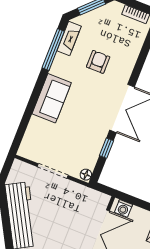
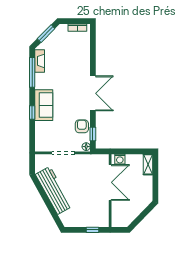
armchair: (98, 62) -> (82, 126), moved
window: (33, 102) -> (32, 113), added
window: (106, 148) -> (93, 134), moved

